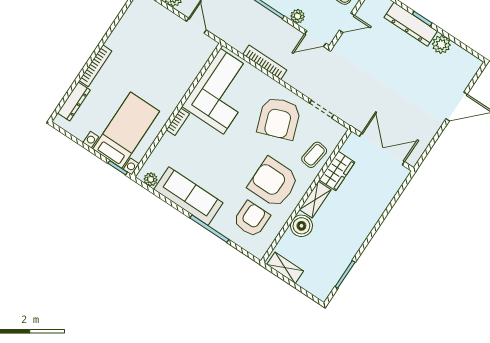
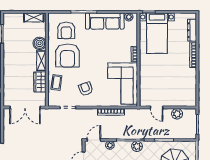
armchair: (279, 118) -> (86, 89), width x0.53, depth x0.53
armchair: (273, 182) -> (67, 56), turned 90

